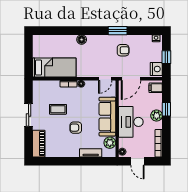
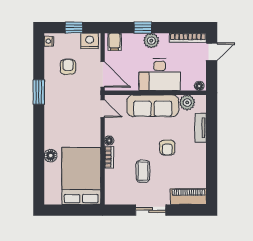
floor lamp: (82, 40) -> (51, 156), moved
armchair: (123, 50) -> (68, 67), moved
bed: (54, 68) -> (81, 176), width x1.50
door: (137, 161) -> (212, 52), moved

